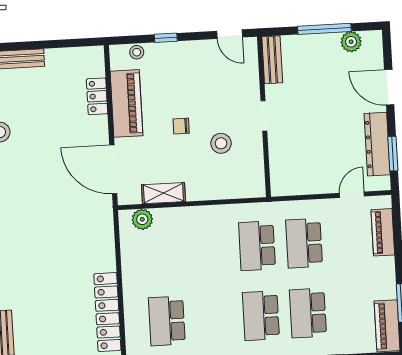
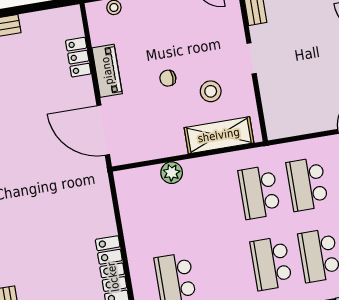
piano: (126, 103) -> (107, 71), width x0.73, depth x0.75
shelving: (163, 193) -> (219, 135), moved, width x1.50, depth x1.33
plant: (142, 219) -> (172, 173), moved

